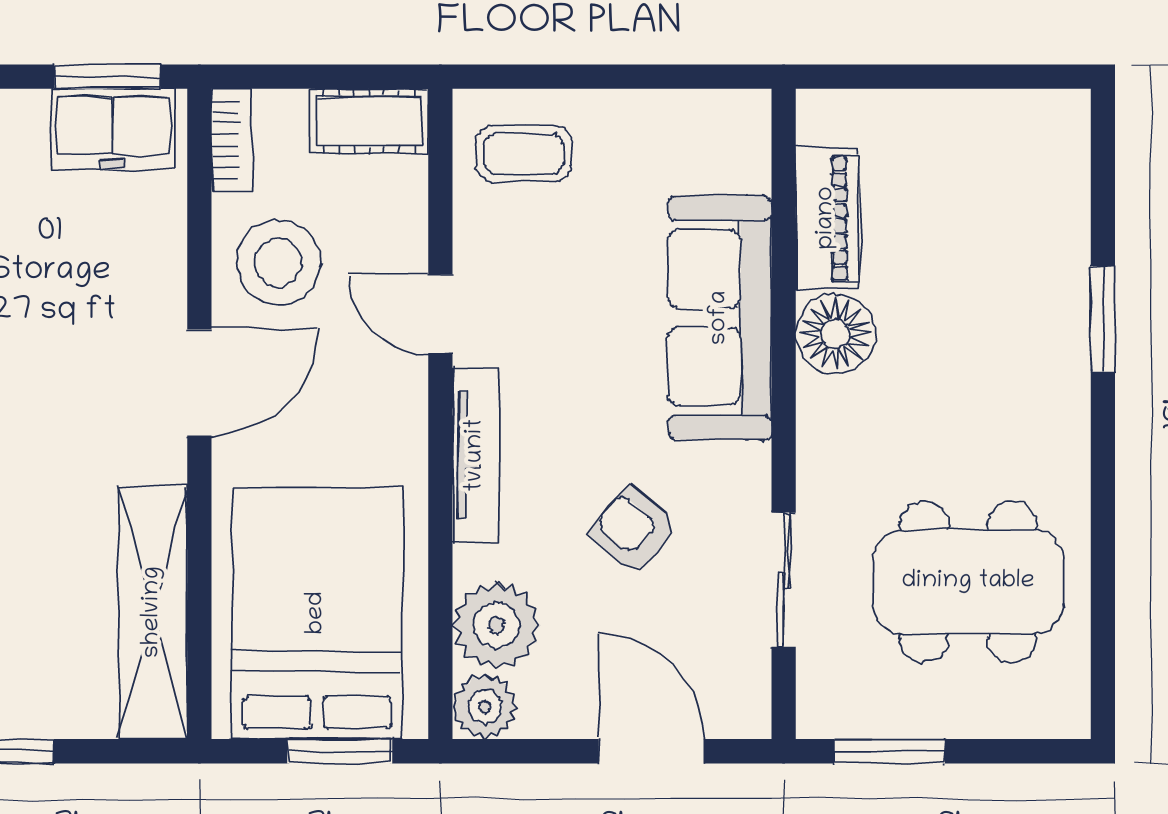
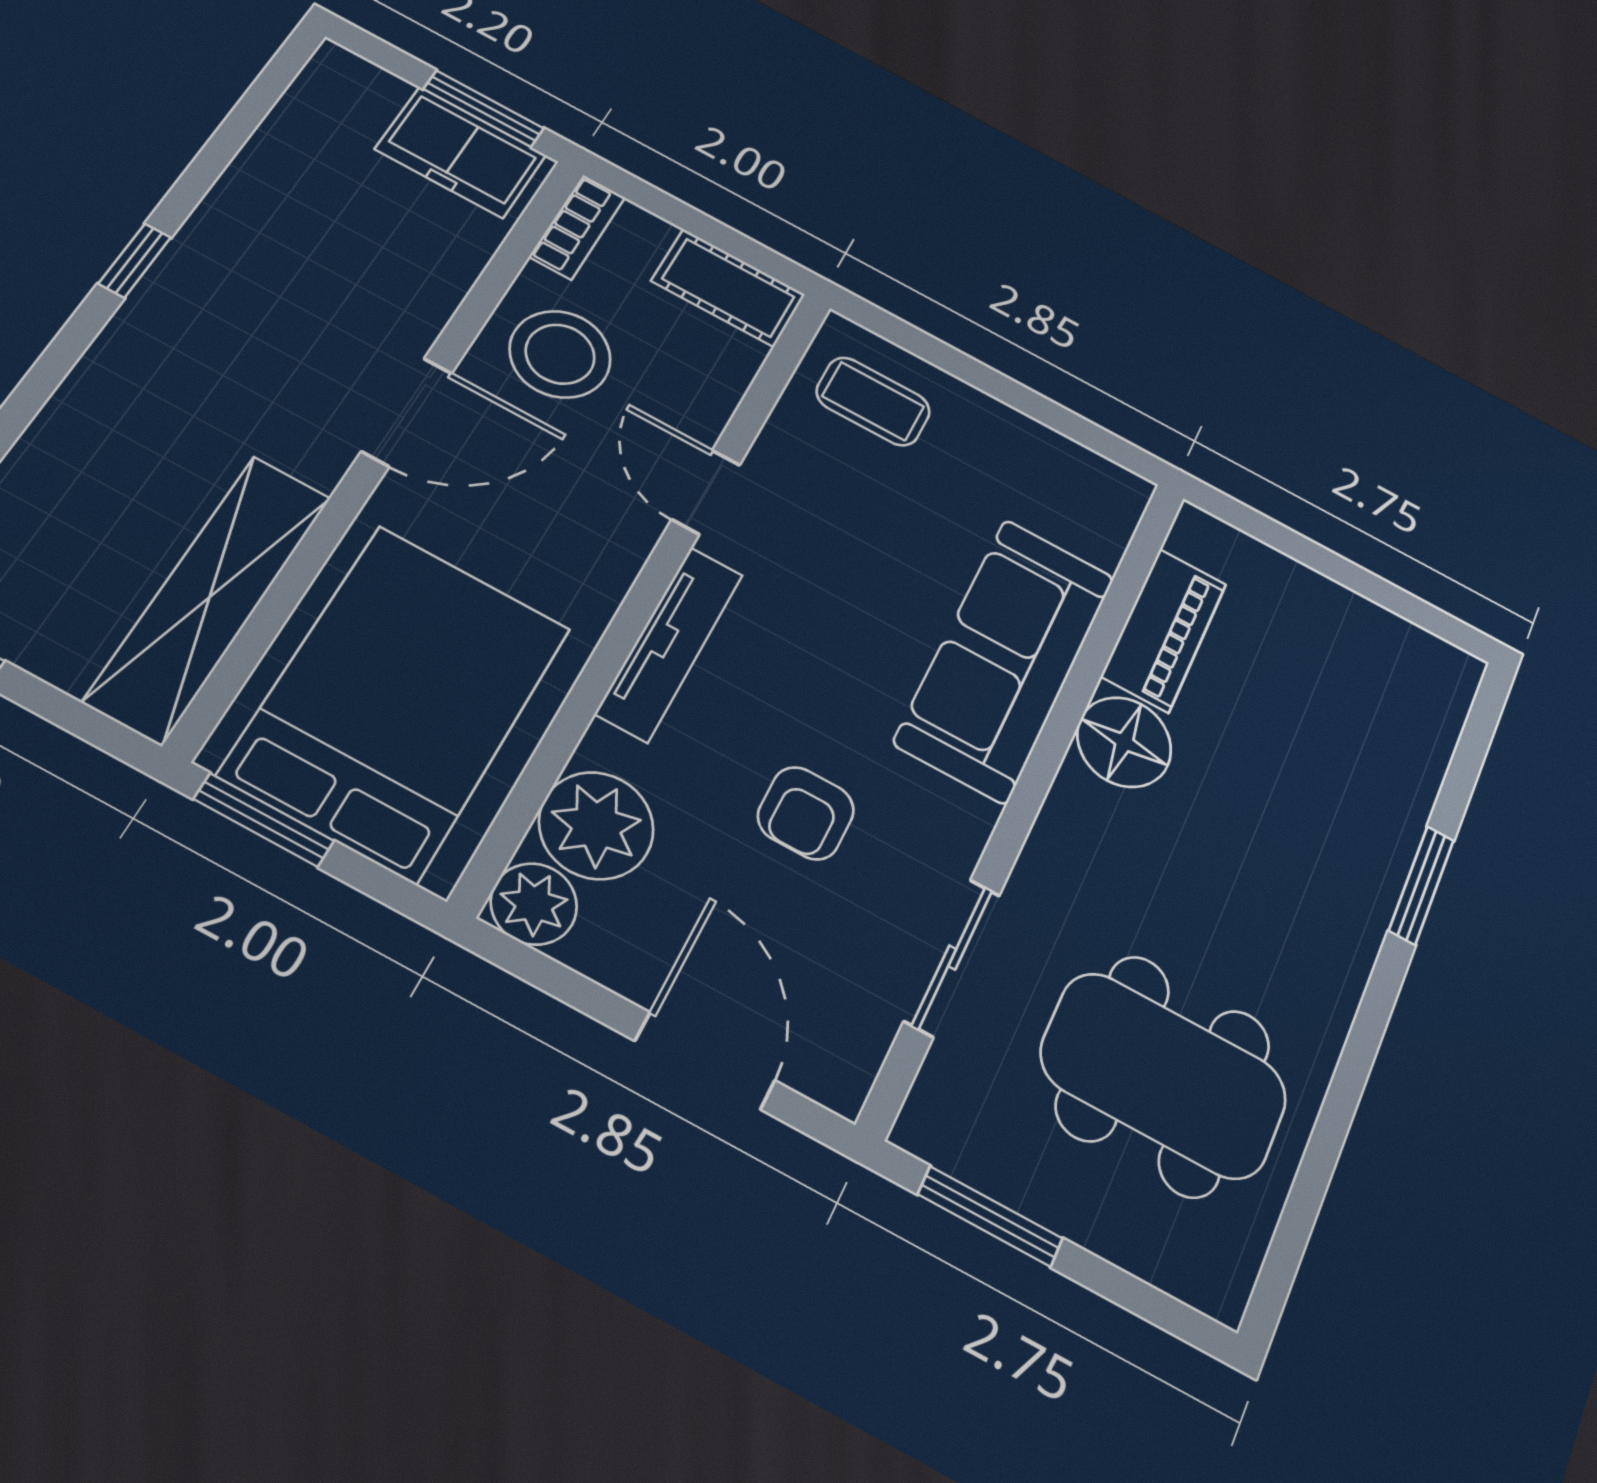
armchair: (633, 530) -> (806, 813), turned -131
window: (340, 751) -> (264, 820), moved

